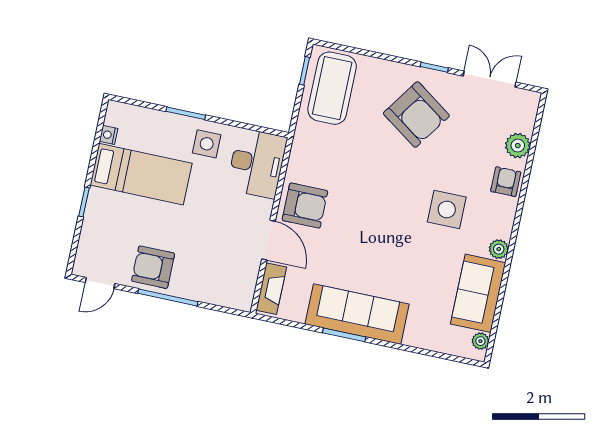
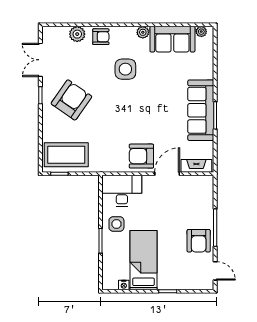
armchair: (506, 182) -> (101, 37), turned 180
armchair: (305, 206) -> (141, 156), turned -90

